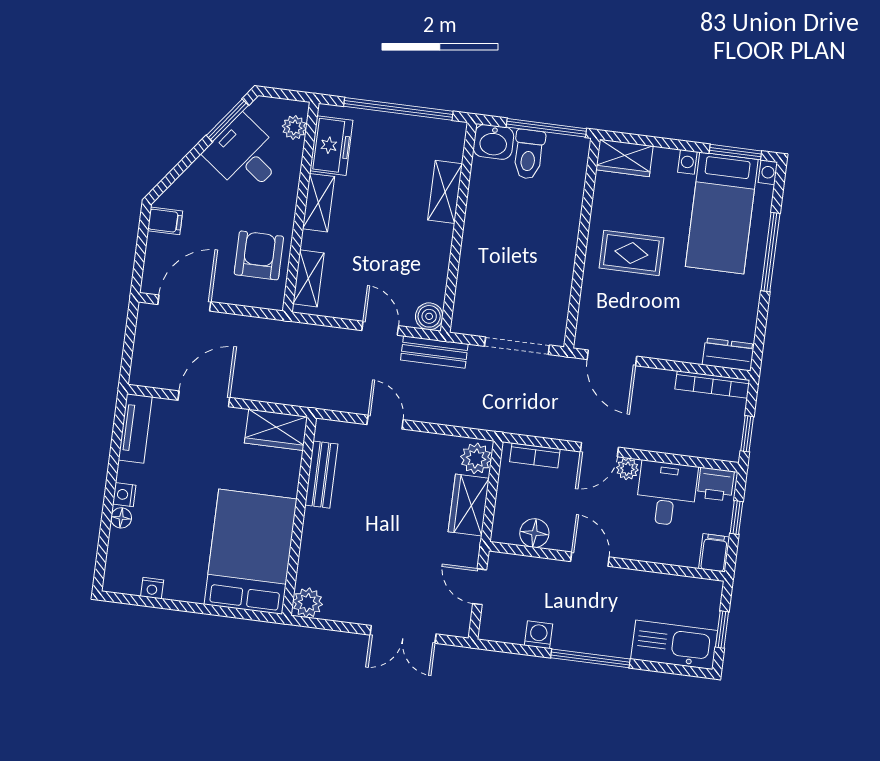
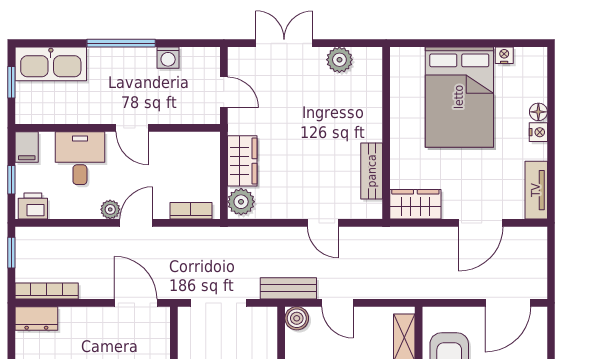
desk: (667, 494) -> (80, 158), moved, turned 180
floor lamp: (534, 533) -> (183, 144), removed
bed: (251, 552) -> (459, 97), moved
plant: (308, 603) -> (339, 60), moved

